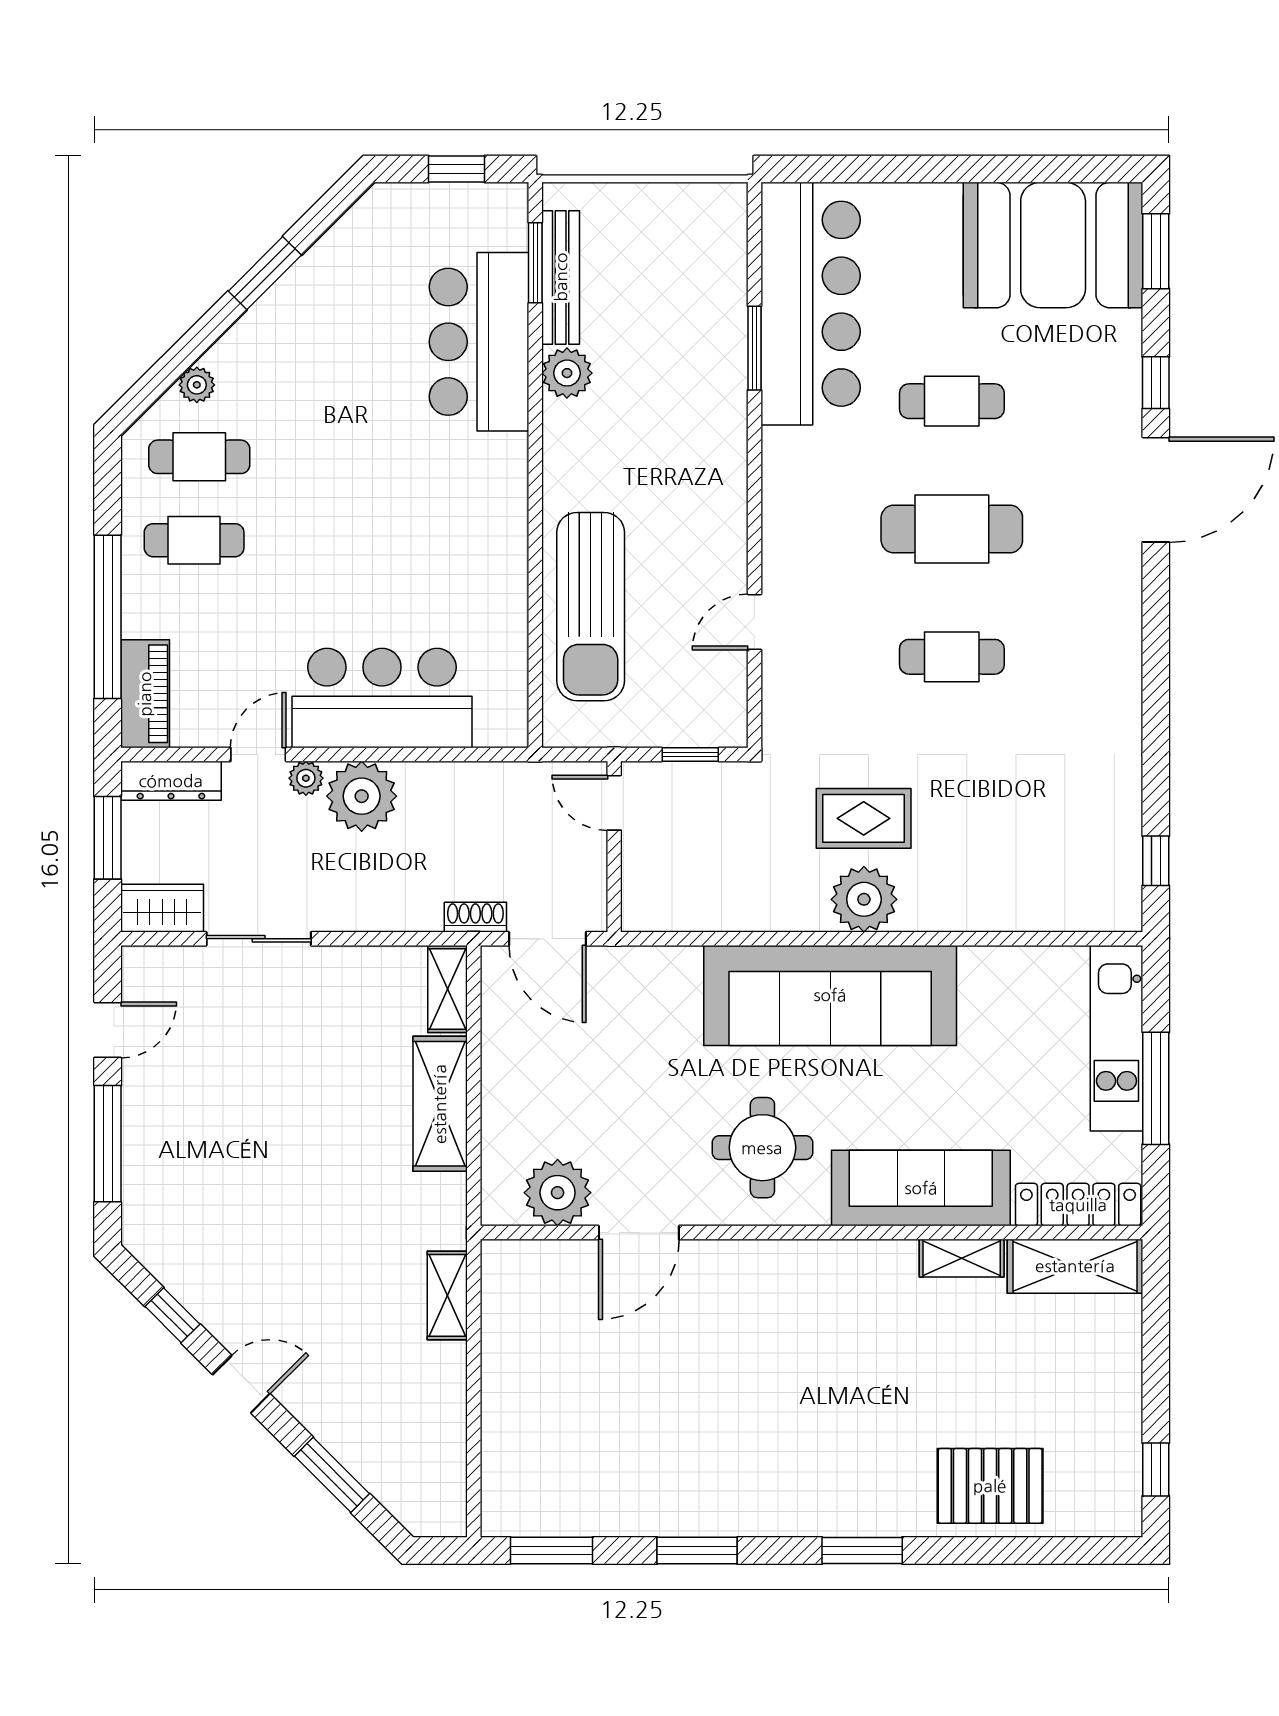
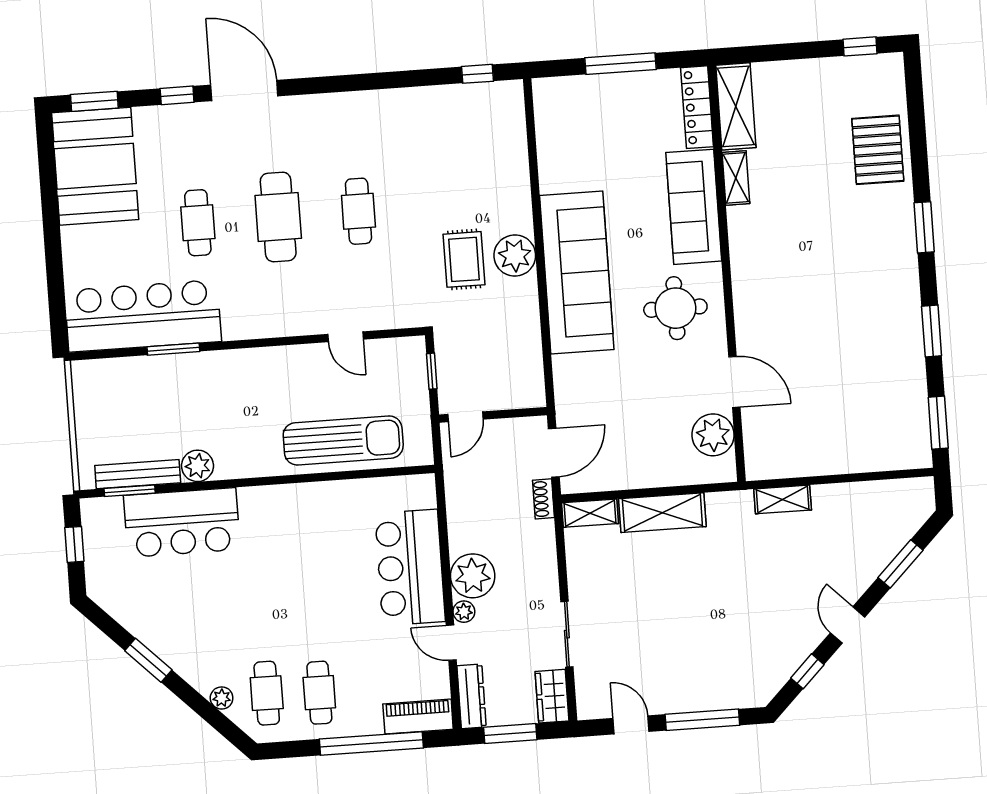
kitchen unit: (1116, 1038) -> (591, 91), removed

